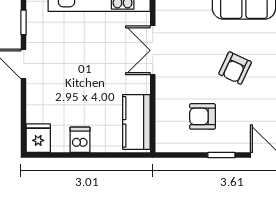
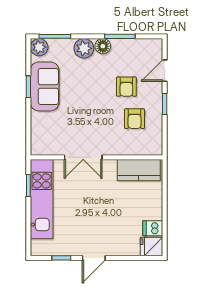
armchair: (235, 68) -> (126, 87), moved, turned 65
dishwasher: (80, 140) -> (153, 228), moved

